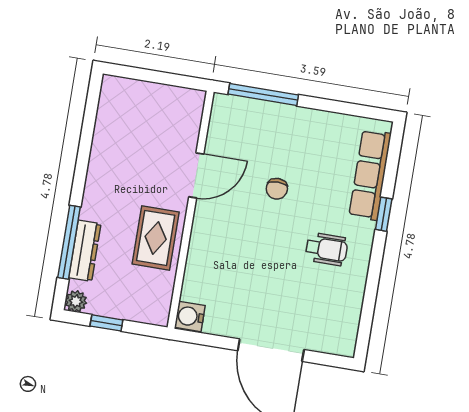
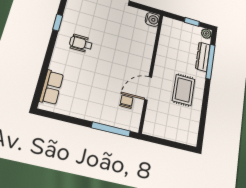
row of seats: (370, 175) -> (51, 87), width x0.68
chair: (277, 189) -> (126, 102), moved
window: (384, 214) -> (58, 23), moved
rug: (156, 238) -> (184, 90), moved

